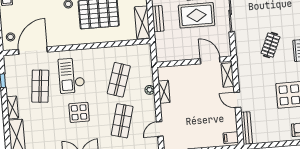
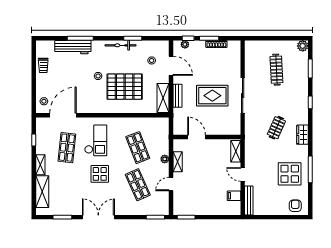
door: (210, 60) -> (197, 137), moved
checkout: (71, 76) -> (96, 140), turned 180
shop shelf: (119, 80) -> (138, 148), turned -39
shop shelf: (122, 121) -> (138, 185), turned -39
door: (160, 129) -> (171, 184), moved
filing cabinet: (231, 138) -> (234, 196), moved

